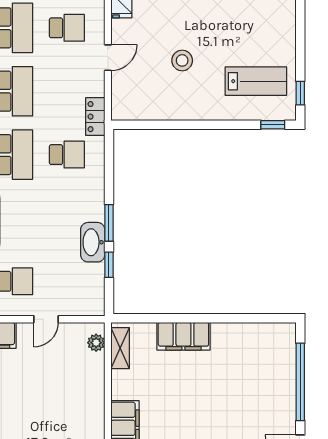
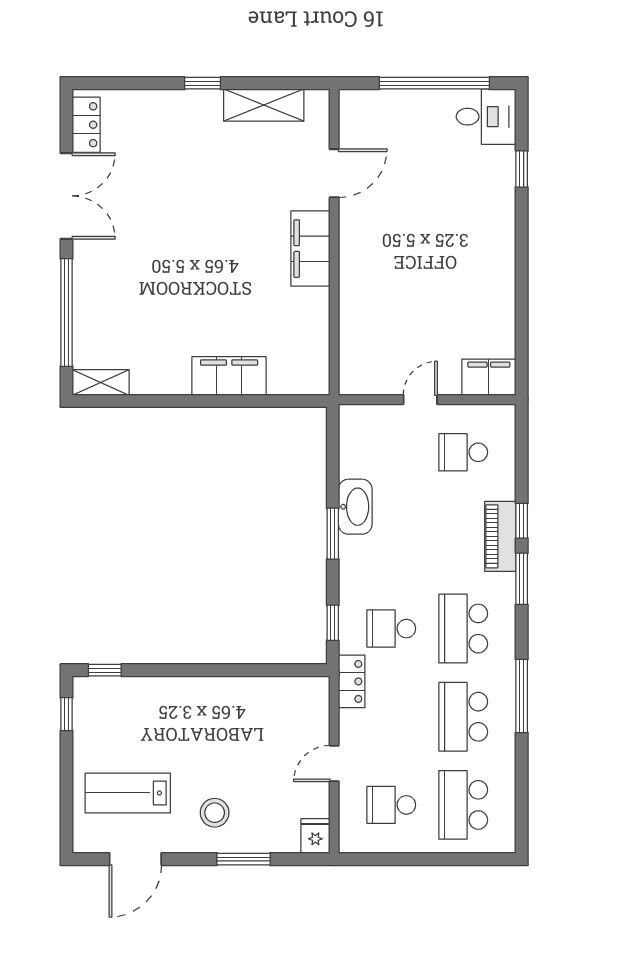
stool: (182, 60) -> (215, 813), moved
lab bench: (256, 81) -> (128, 793), moved
window: (109, 265) -> (333, 623), moved
plant: (96, 343) -> (351, 367), removed
shelving: (120, 348) -> (101, 382), moved, turned 90

